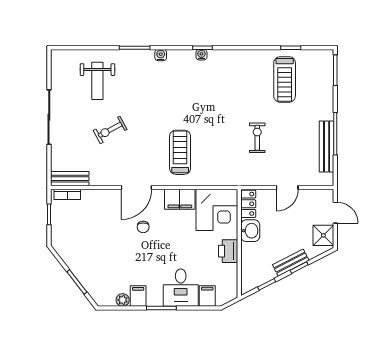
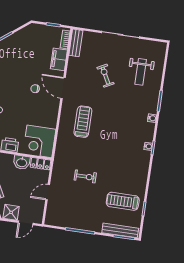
weight bench: (97, 81) -> (141, 72), turned -90
bench: (327, 147) -> (120, 230), moved
treadmill: (180, 152) -> (83, 122), turned -90
door: (287, 188) -> (48, 192), hinge flipped
filing cabinet: (180, 199) -> (59, 59), moved

